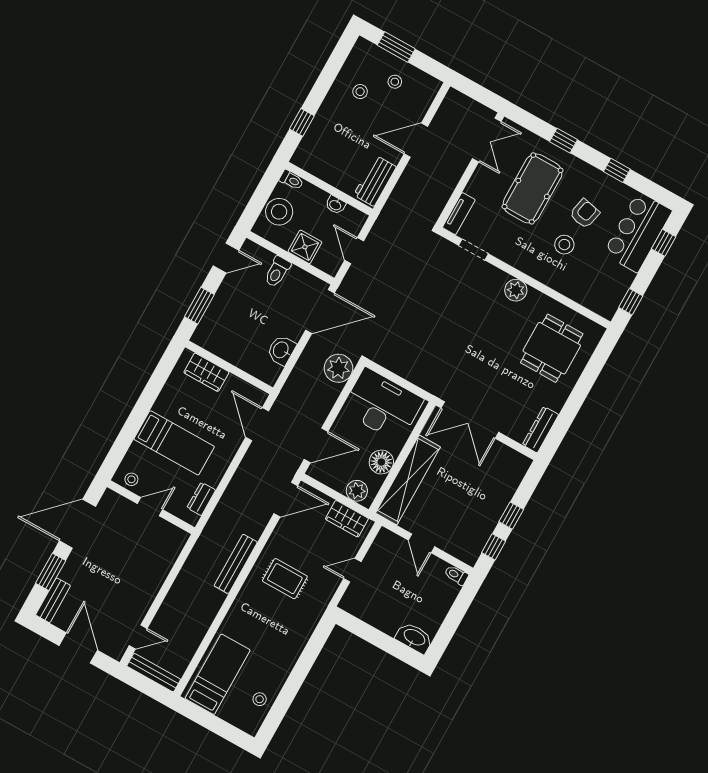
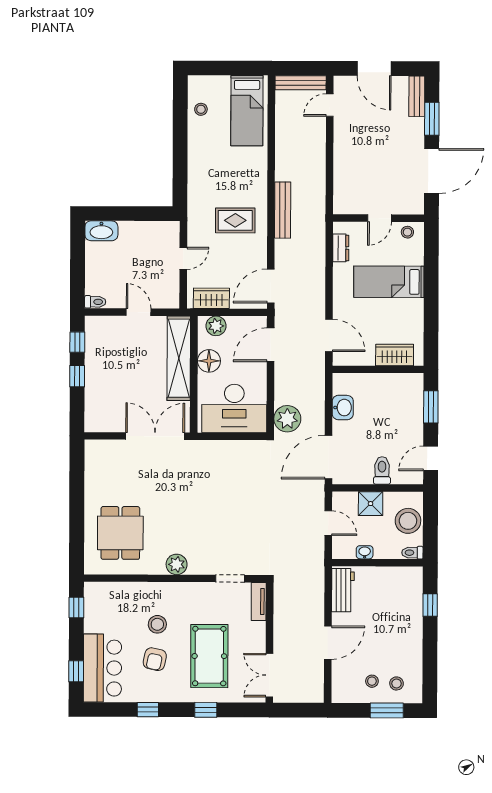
stool: (360, 92) -> (397, 683), moved
dresser: (540, 430) -> (92, 460), removed

